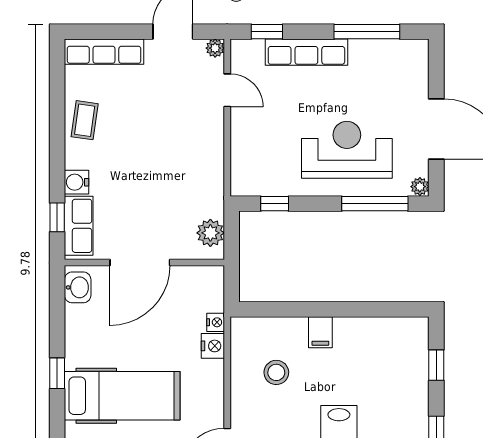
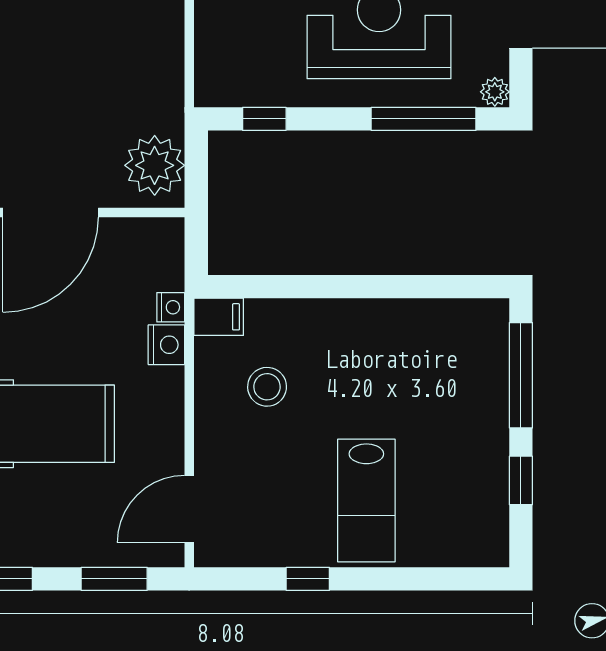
plant: (210, 233) -> (155, 165), width x1.36, depth x1.36
filing cabinet: (320, 332) -> (219, 317), moved, turned -90
window: (436, 365) -> (521, 375), width x2.17

